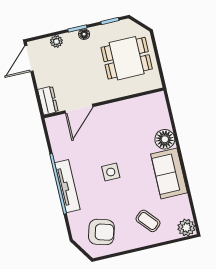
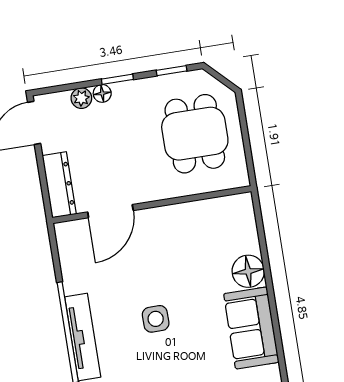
floor lamp: (84, 34) -> (102, 93), moved
dining table: (127, 58) -> (195, 134), turned 90
dresser: (48, 101) -> (59, 185), width x1.44

